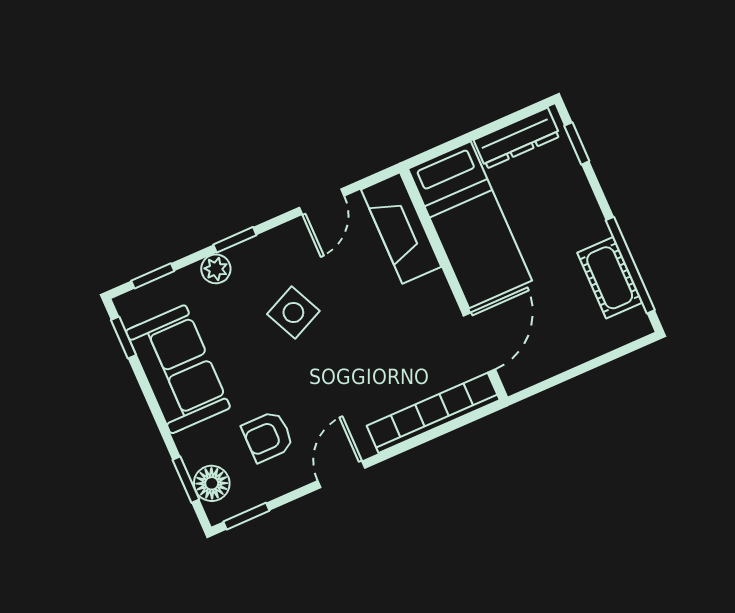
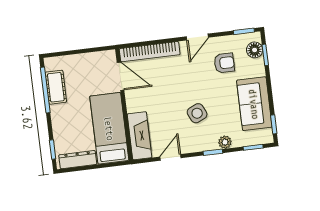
door: (479, 342) -> (121, 76), swing flipped

